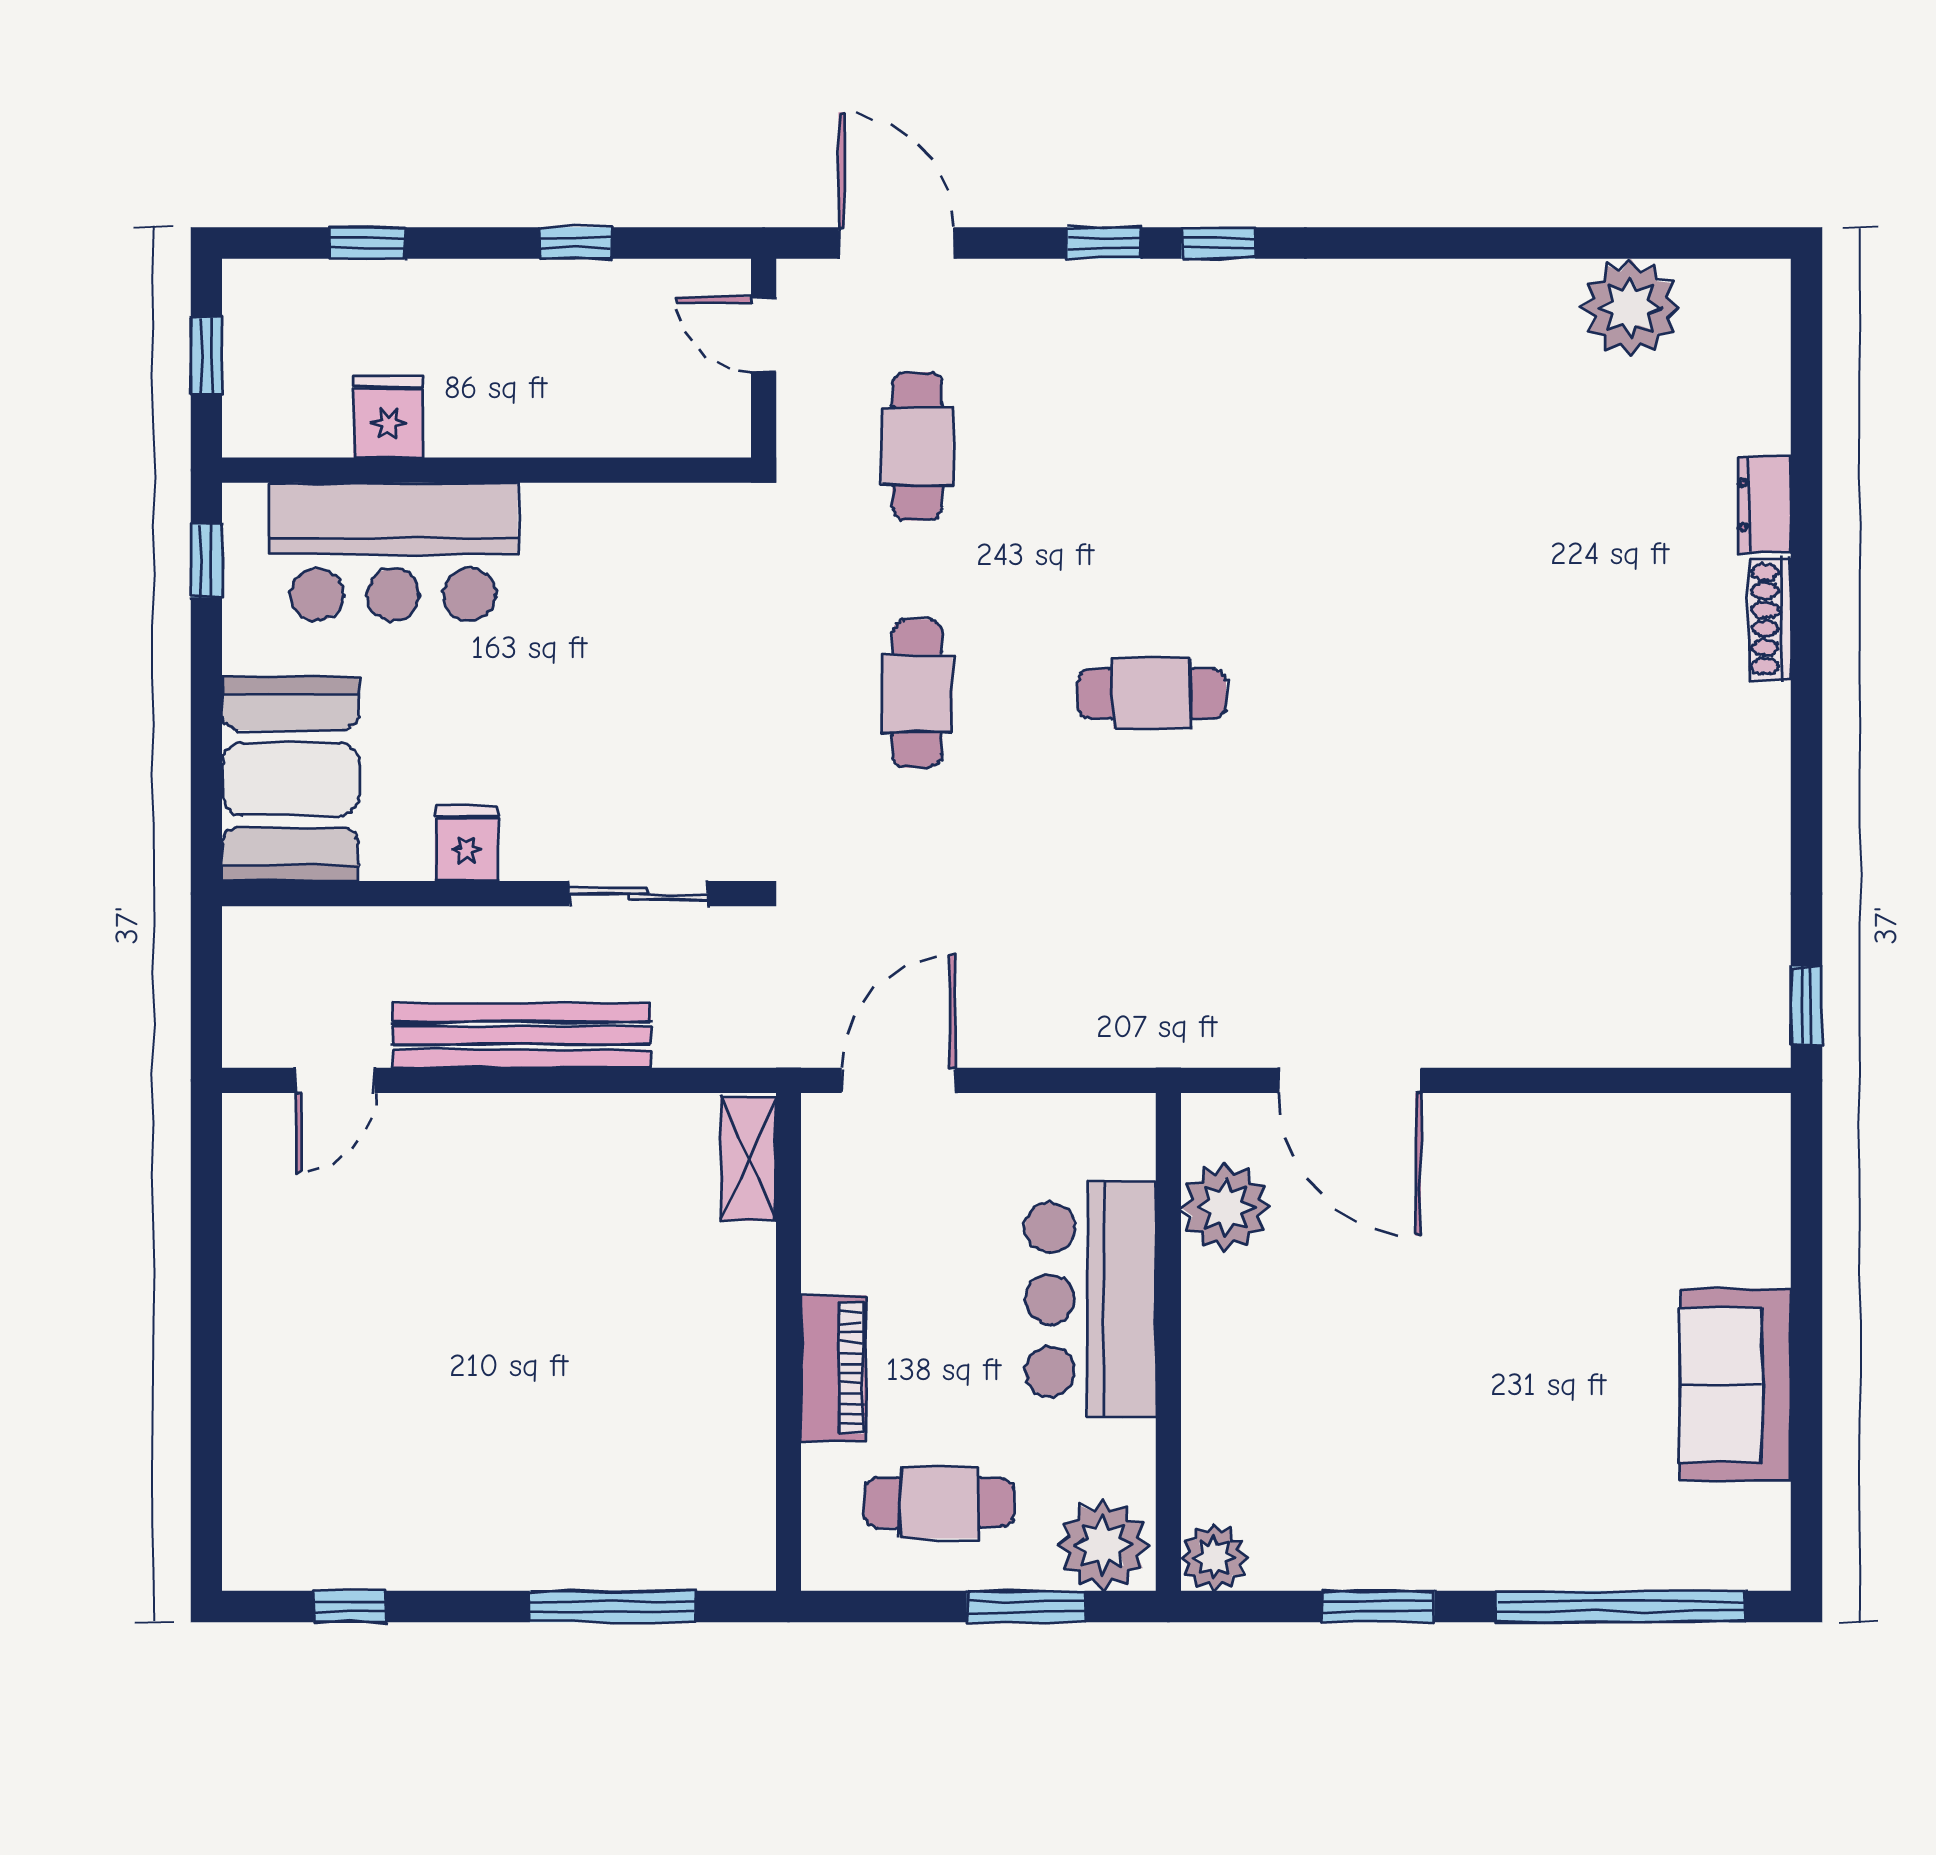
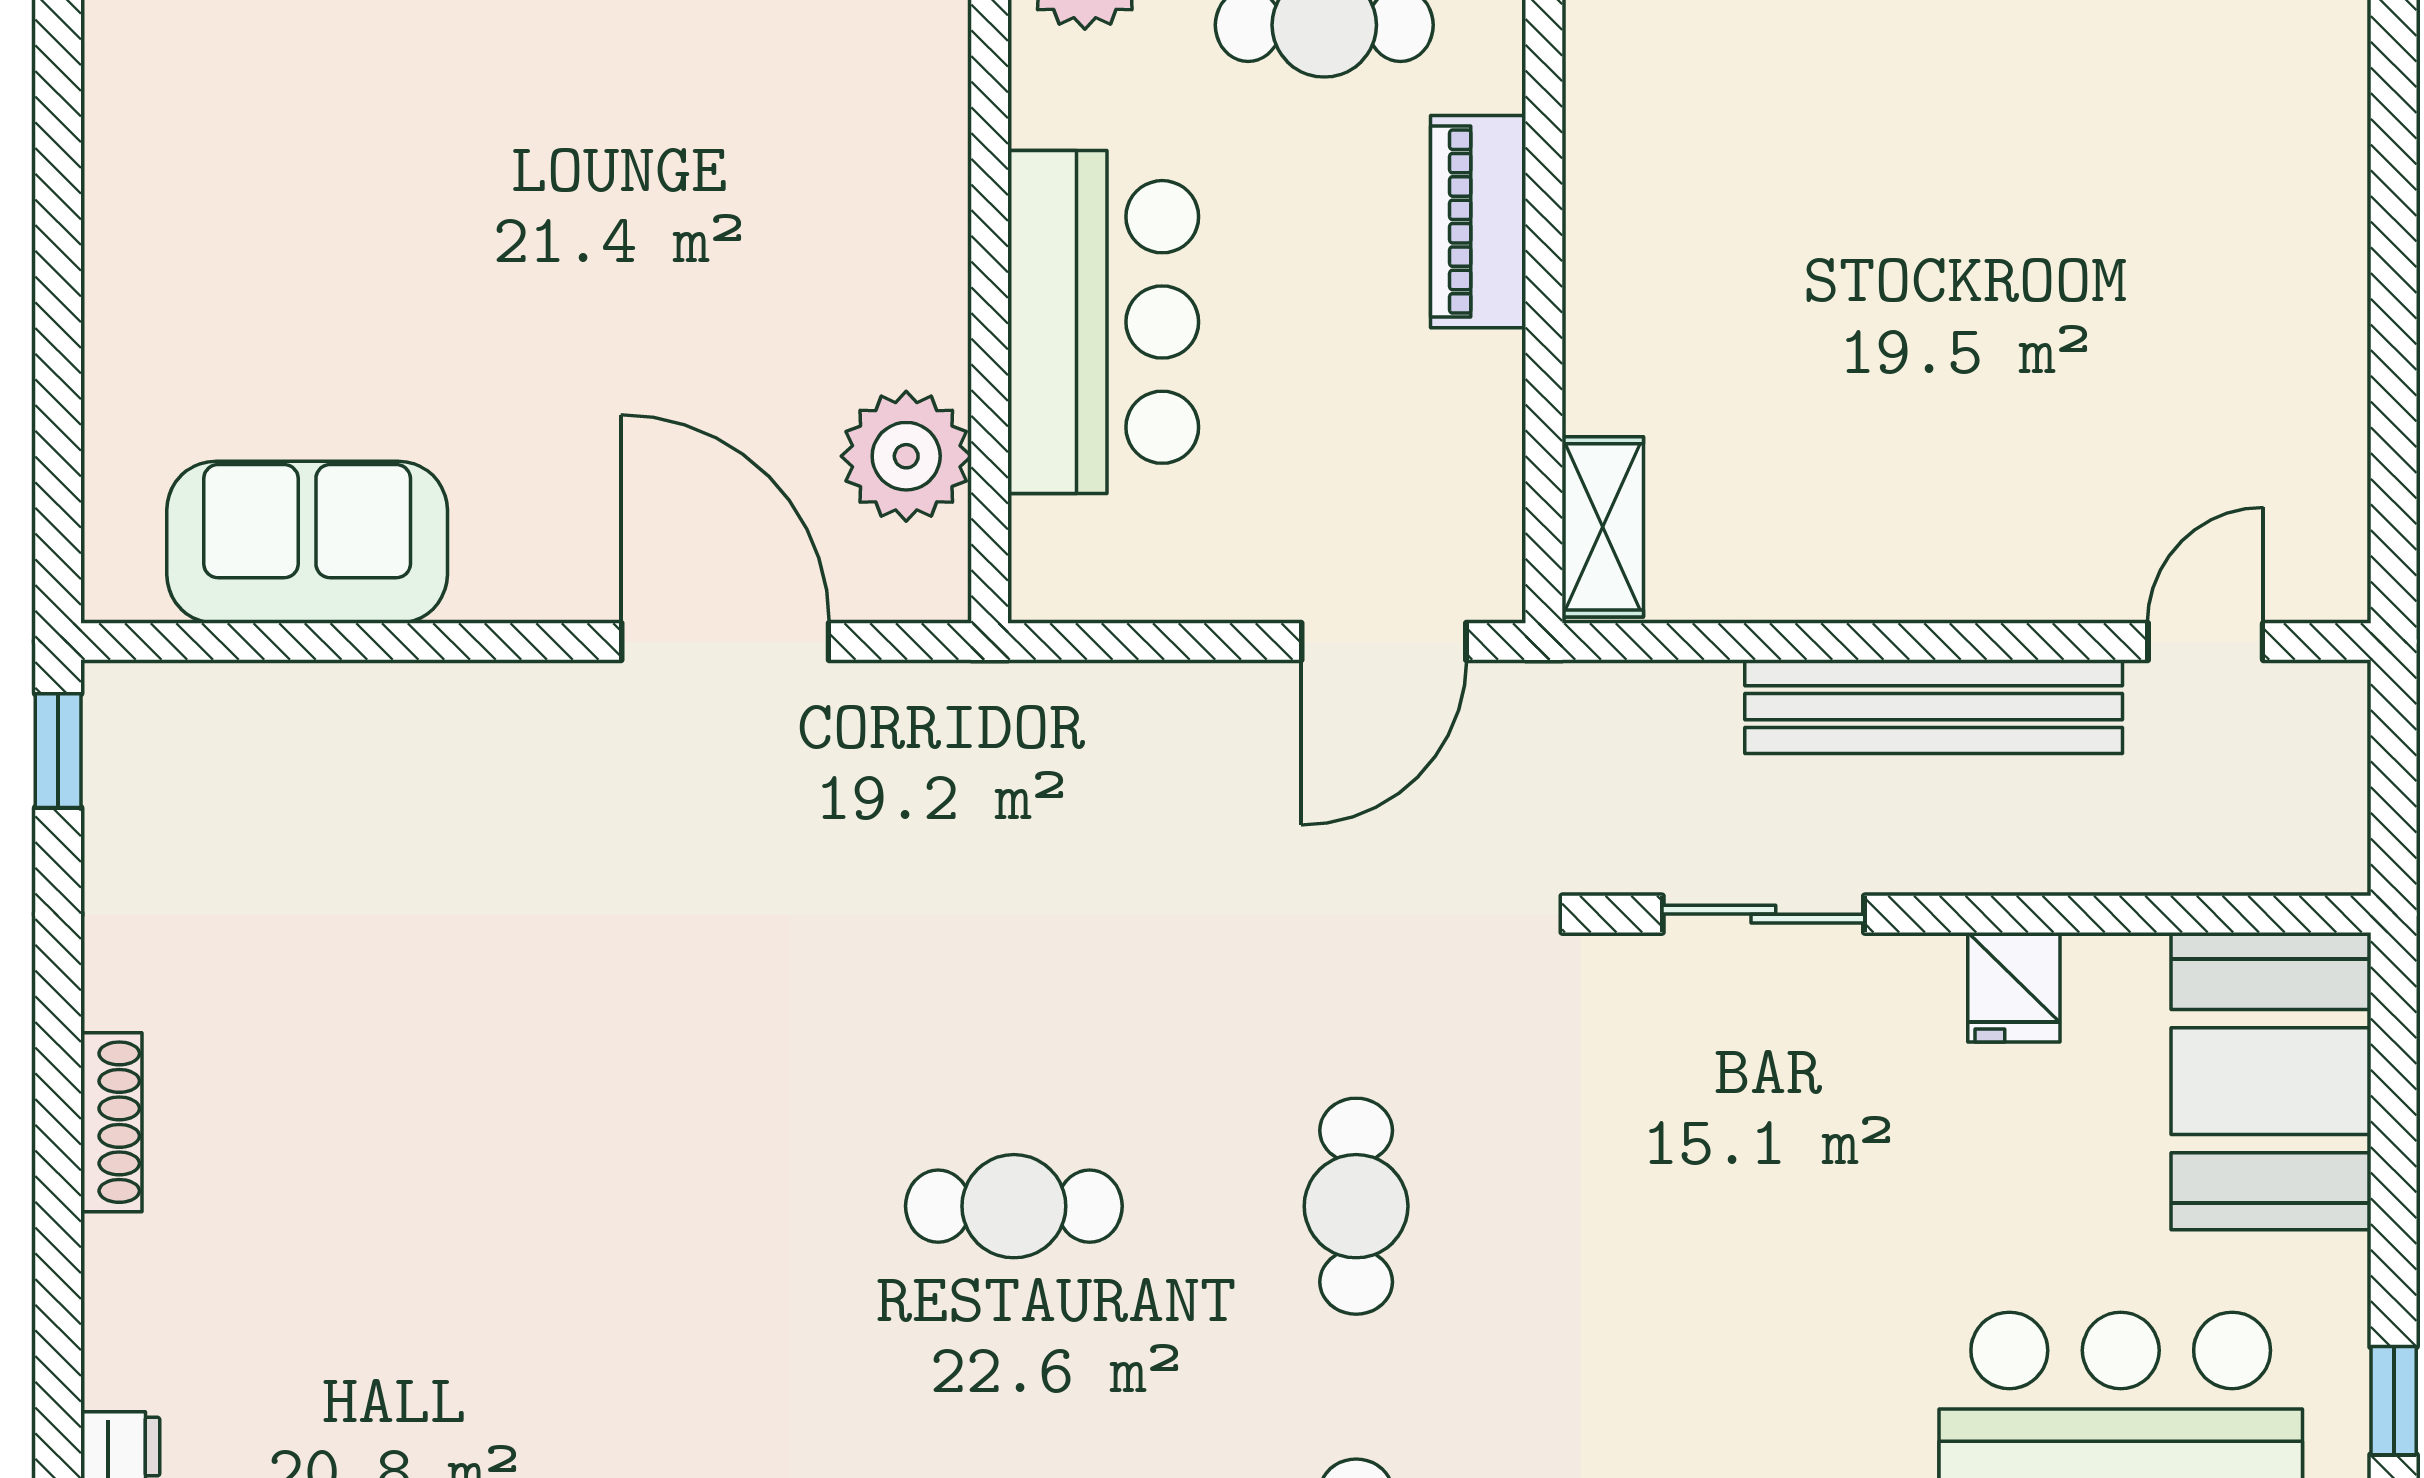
shoe rack: (1770, 619) -> (111, 1122), moved
sofa: (1735, 1385) -> (307, 542), moved, turned -90

